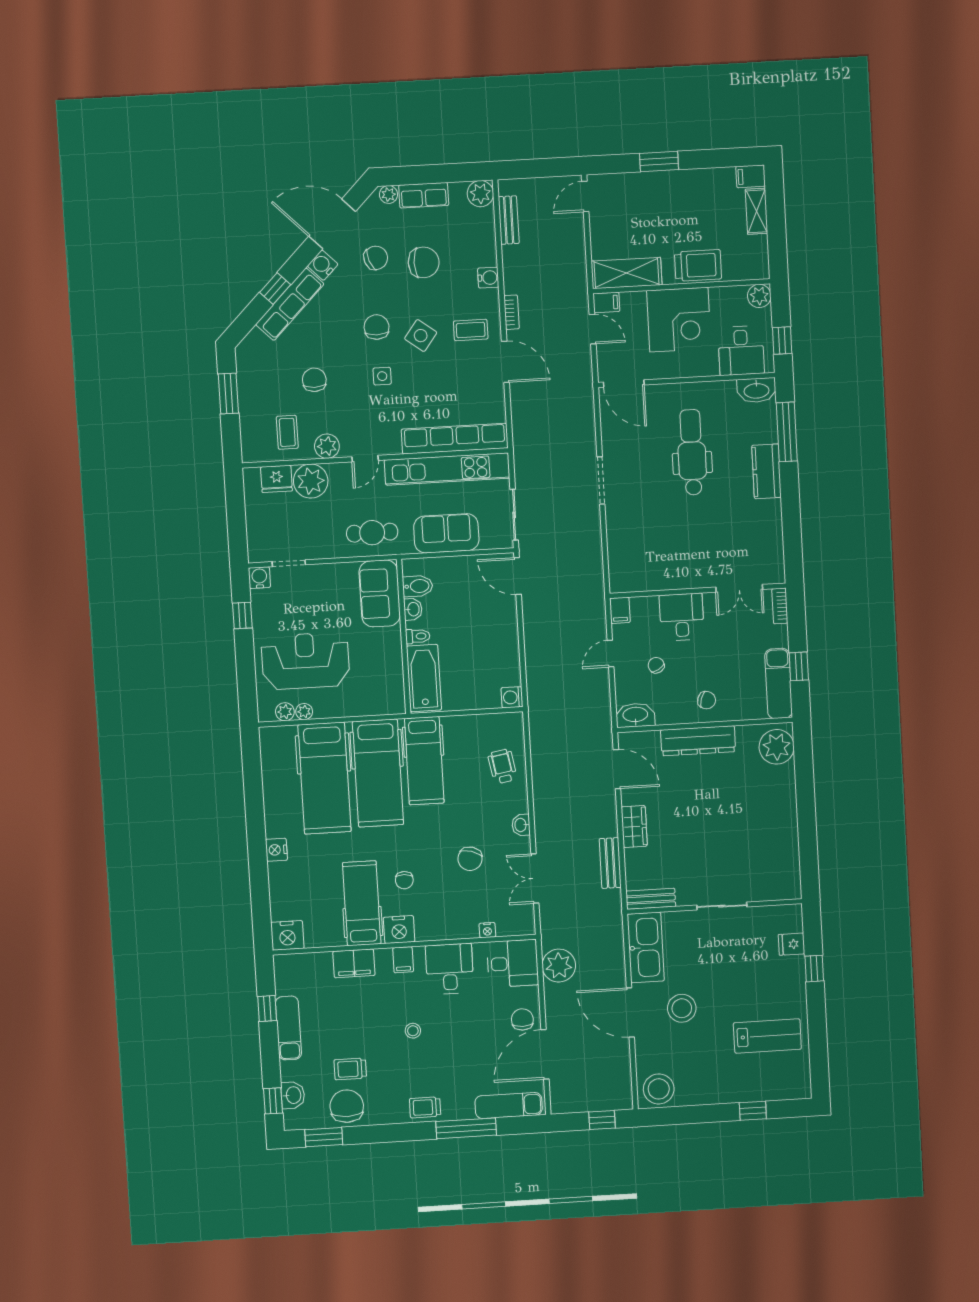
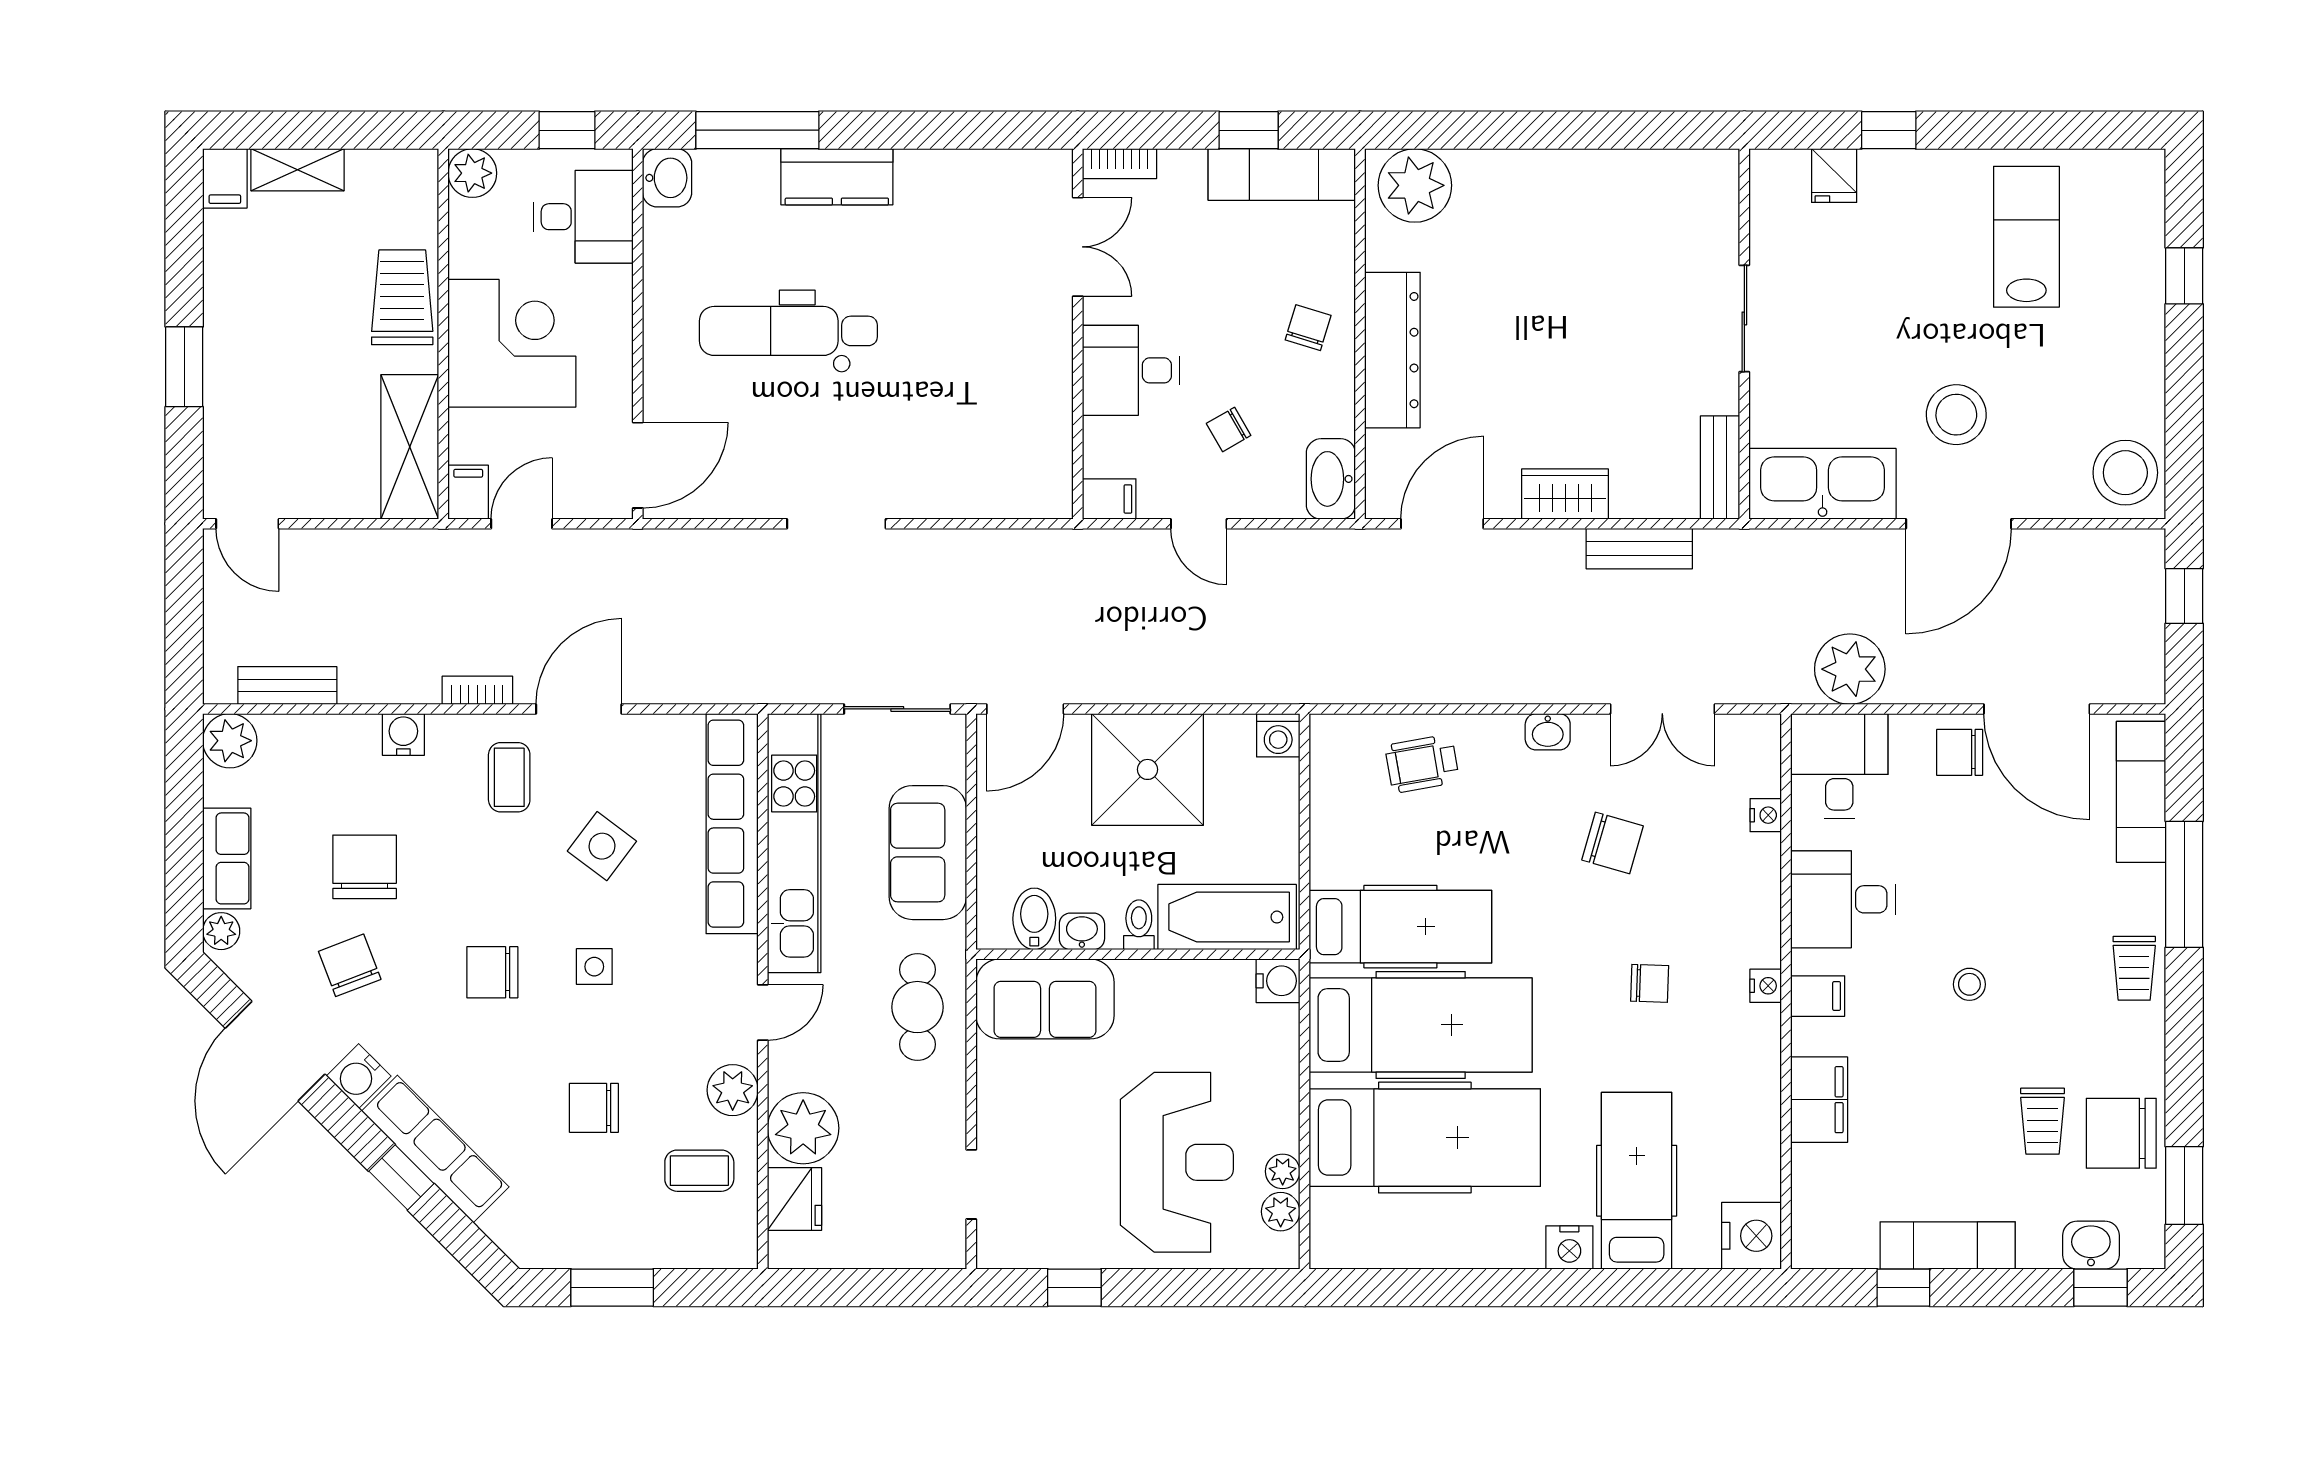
side table: (421, 336) -> (602, 846), moved
washbasin: (756, 390) -> (667, 178), width x0.72
door: (365, 459) -> (763, 1012), hinge flipped
water cooler: (259, 578) -> (1278, 981), moved, turned 180
shower: (492, 636) -> (1148, 769), added
reception desk: (305, 661) -> (1177, 1162), turned 180
hospital bed: (362, 903) -> (1637, 1181), moved, turned 90
nightstand: (399, 930) -> (1766, 986), width x0.53, depth x0.56

